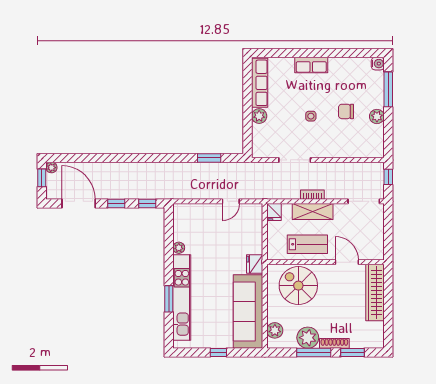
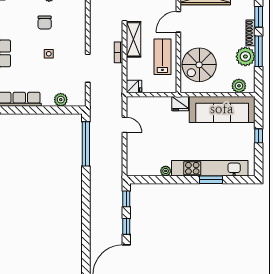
plant: (259, 116) -> (61, 100), moved
window: (209, 158) -> (86, 144), width x2.11
shelving: (313, 212) -> (133, 39), moved

